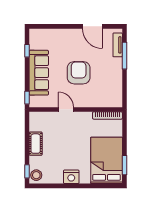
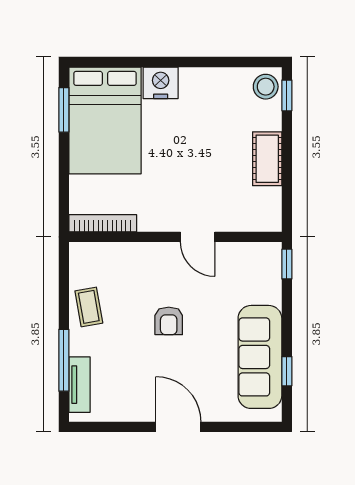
door: (92, 26) -> (178, 427), moved
sofa: (39, 73) -> (260, 357), moved
armchair: (79, 73) -> (169, 321), width x0.53, depth x0.53
coffee table: (114, 79) -> (89, 307), added
nightstand: (71, 177) -> (161, 83), moved

